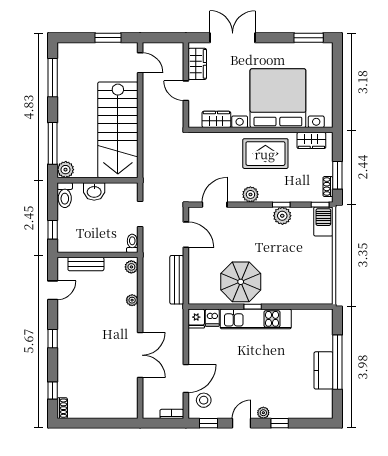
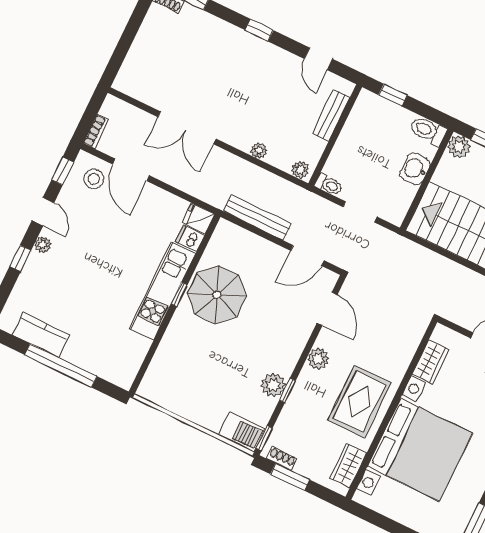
kitchen counter: (323, 370) -> (41, 335), moved

